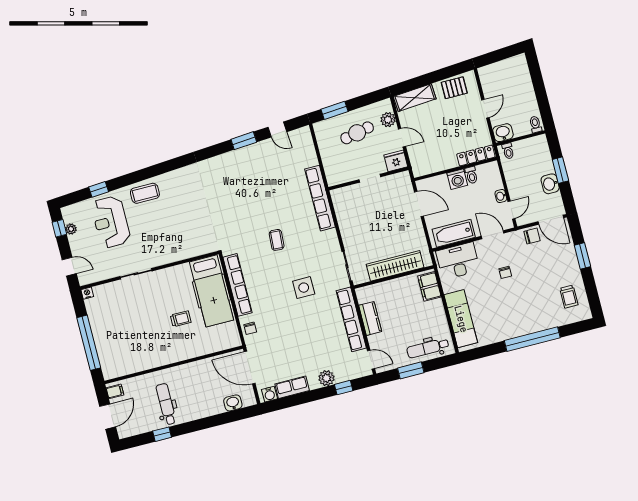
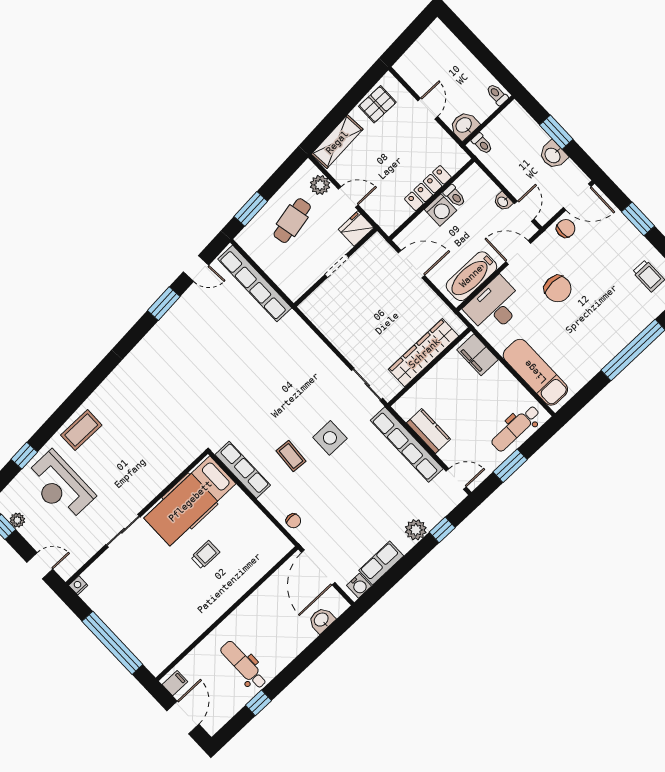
locker: (476, 156) -> (428, 188), moved
row of seats: (320, 198) -> (255, 283), moved
coffee table: (277, 240) -> (291, 456), moved
chair: (505, 272) -> (558, 289), width x1.87, depth x1.87
row of seats: (238, 285) -> (243, 470), width x0.73
hospital bed: (211, 291) -> (190, 501), moved, turned 90
door: (250, 368) -> (318, 567), hinge flipped

